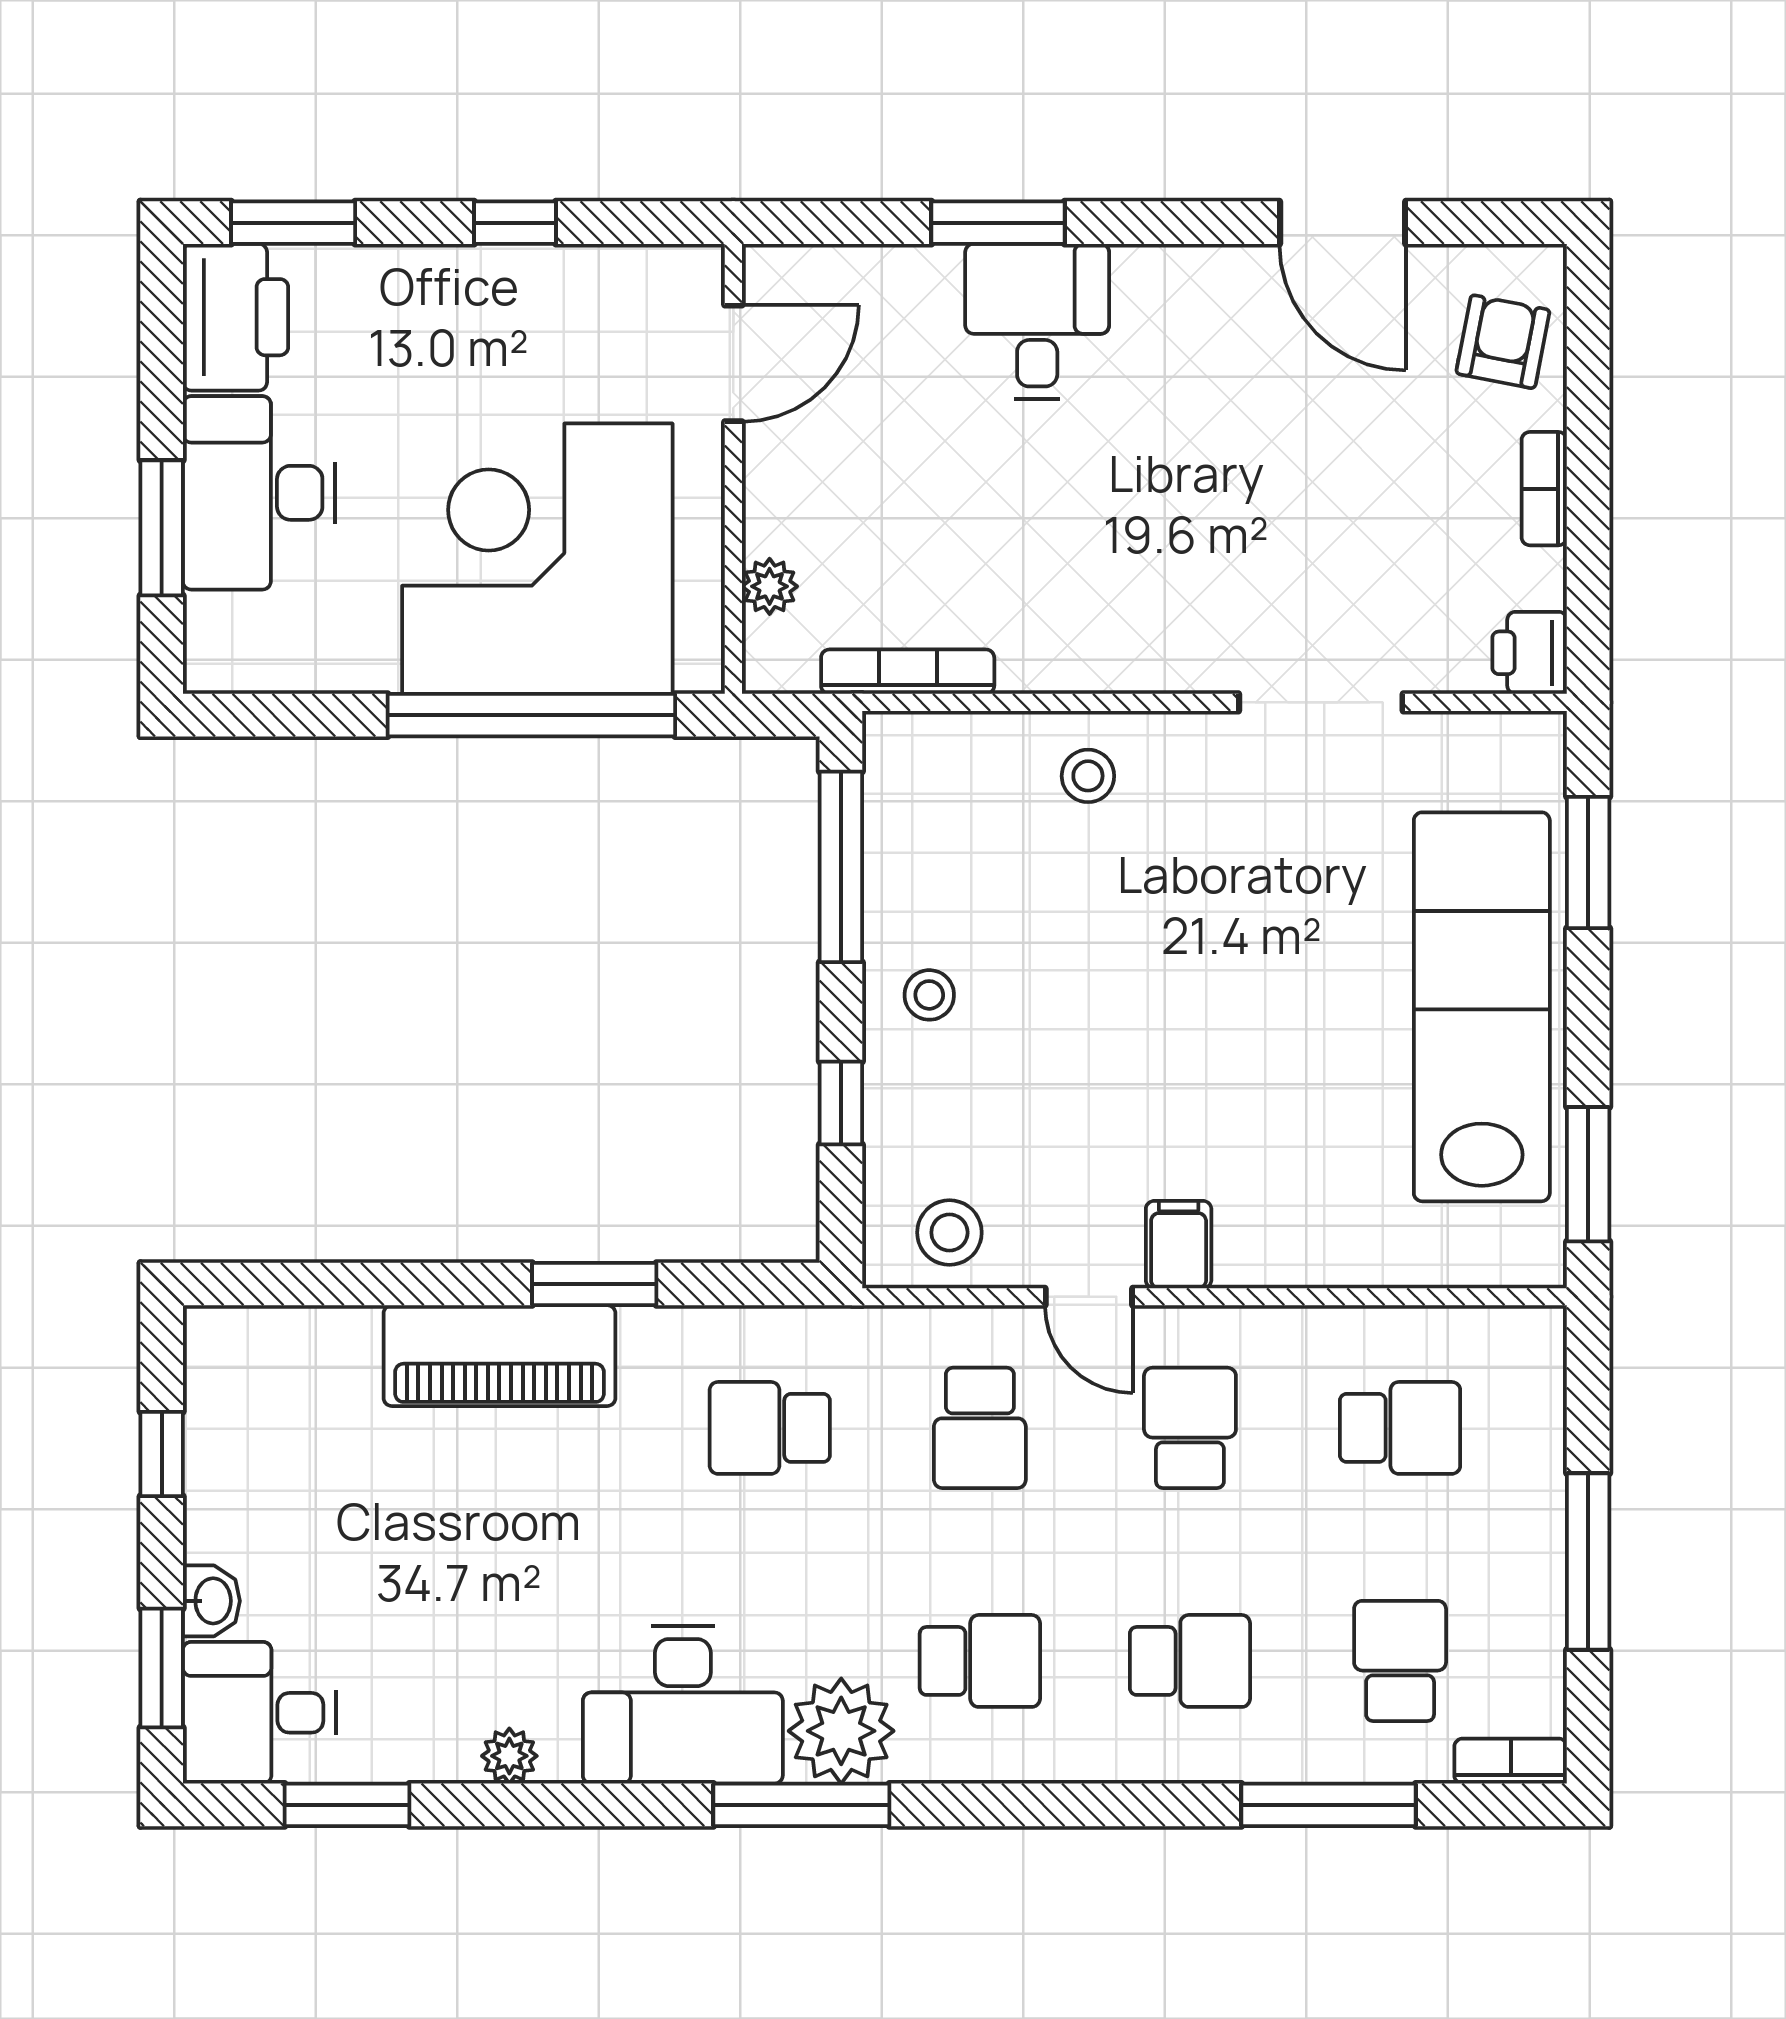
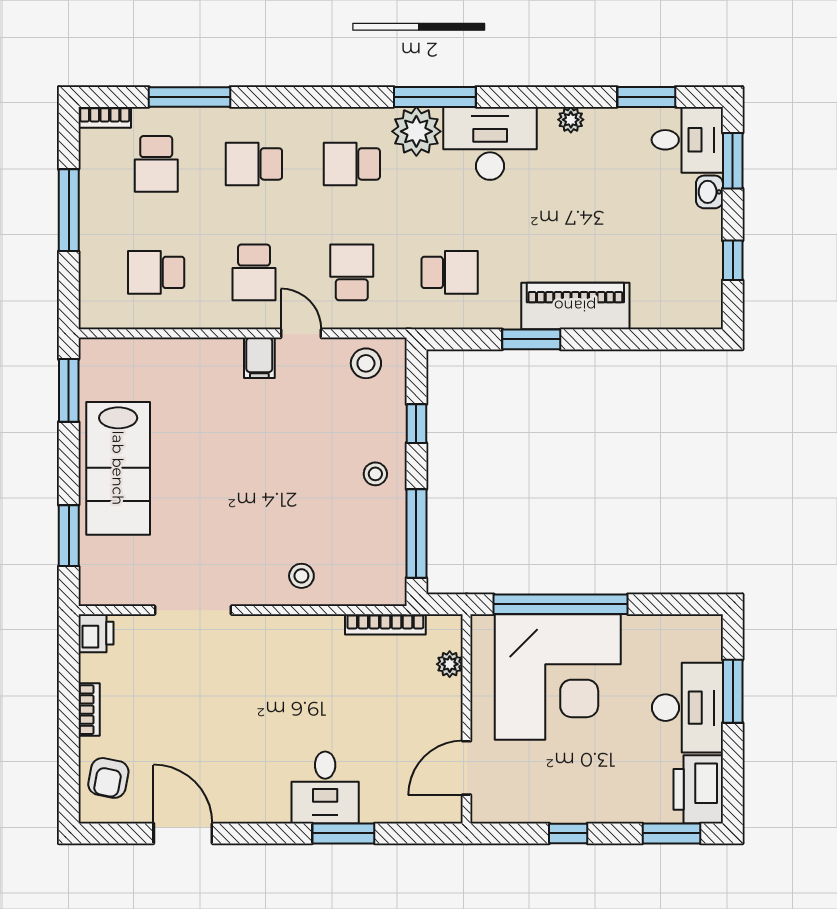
lab bench: (1482, 1007) -> (118, 468), width x0.73

